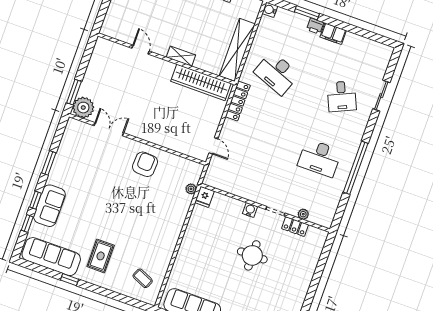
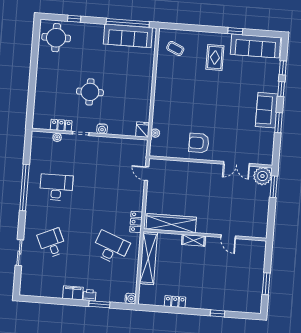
locker: (238, 101) -> (136, 222), width x0.66
armchair: (145, 164) -> (199, 143), turned 87
sofa: (49, 206) -> (267, 110), moved

